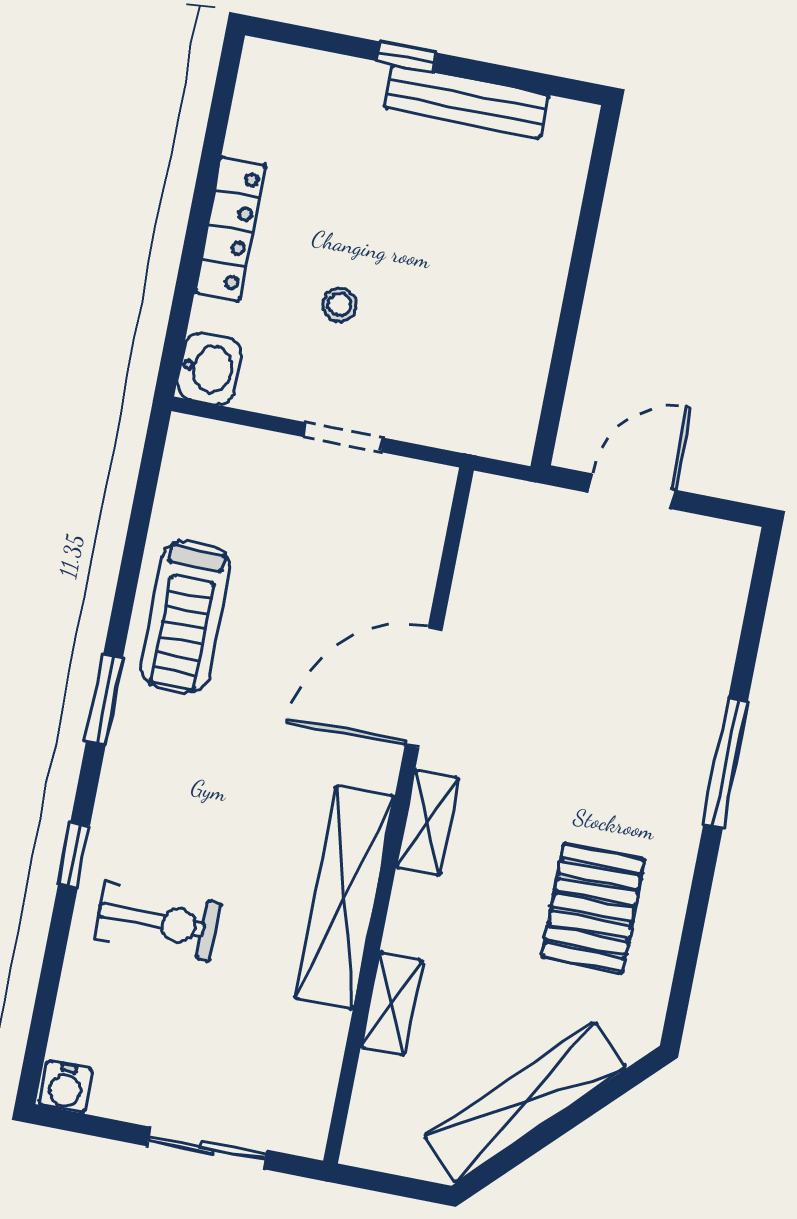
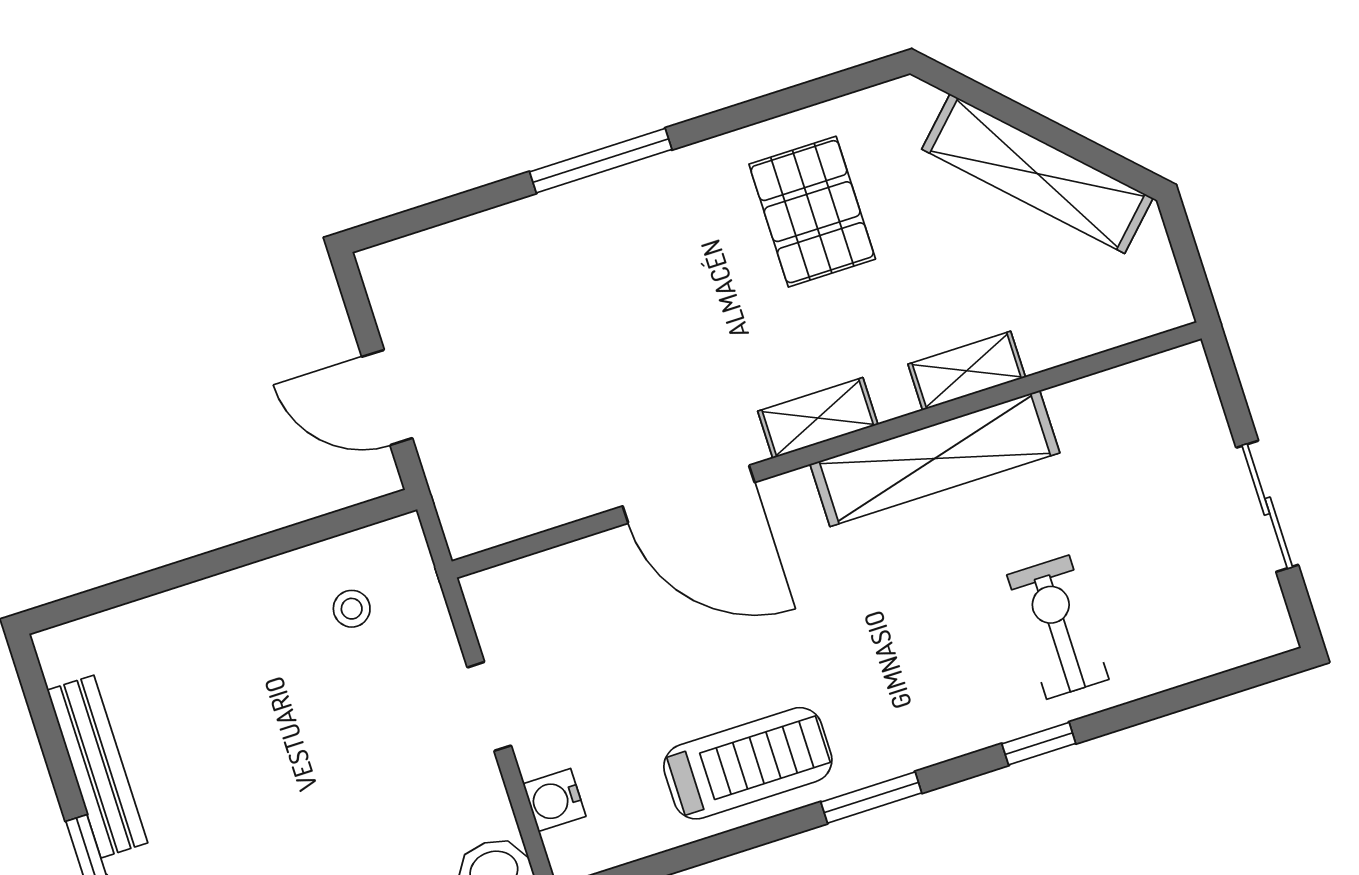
stool: (339, 305) -> (352, 609), moved
pallet: (593, 908) -> (812, 212), turned 90
shelving: (392, 1004) -> (967, 371), moved
water cooler: (65, 1087) -> (554, 800), moved, turned 180
sliding door: (207, 1148) -> (1267, 506), moved

